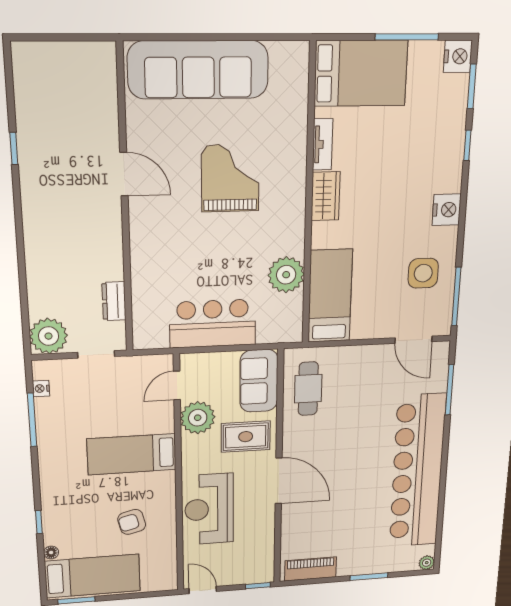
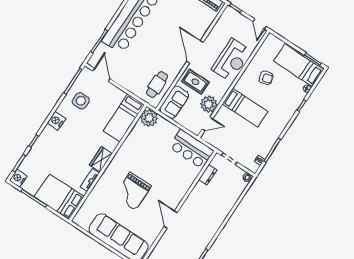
plant: (286, 275) -> (149, 118), moved
bar counter: (213, 324) -> (191, 149), moved
plant: (49, 336) -> (247, 178), width x0.53, depth x0.53

